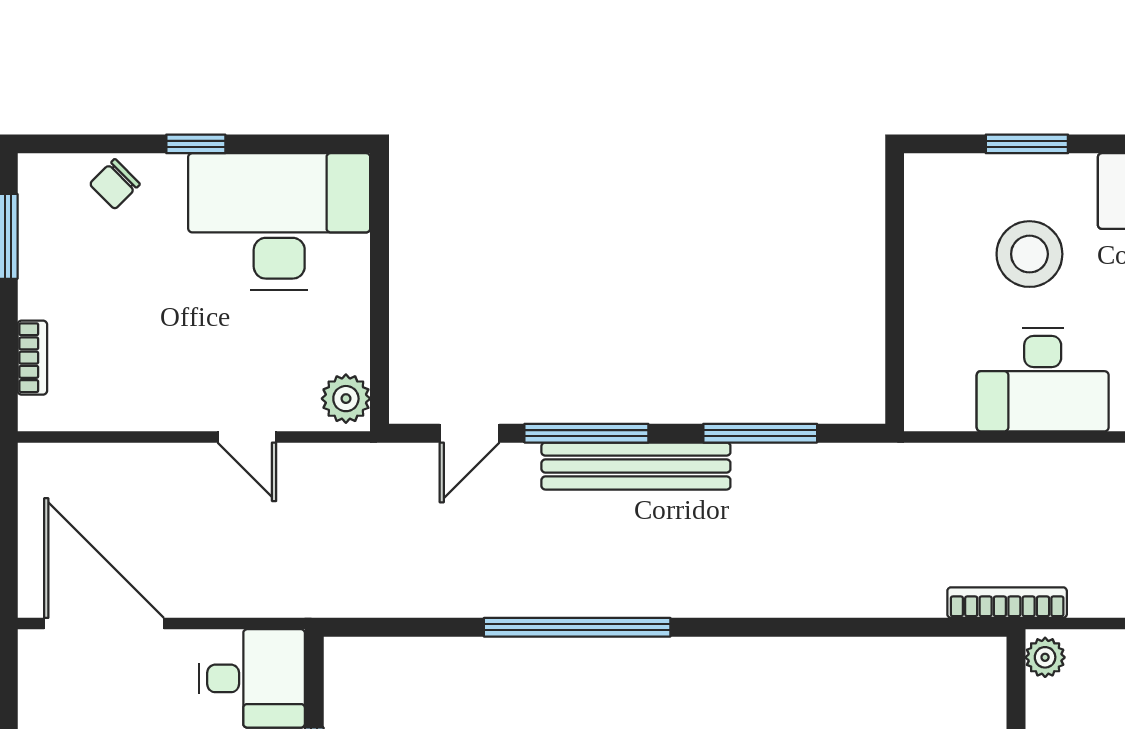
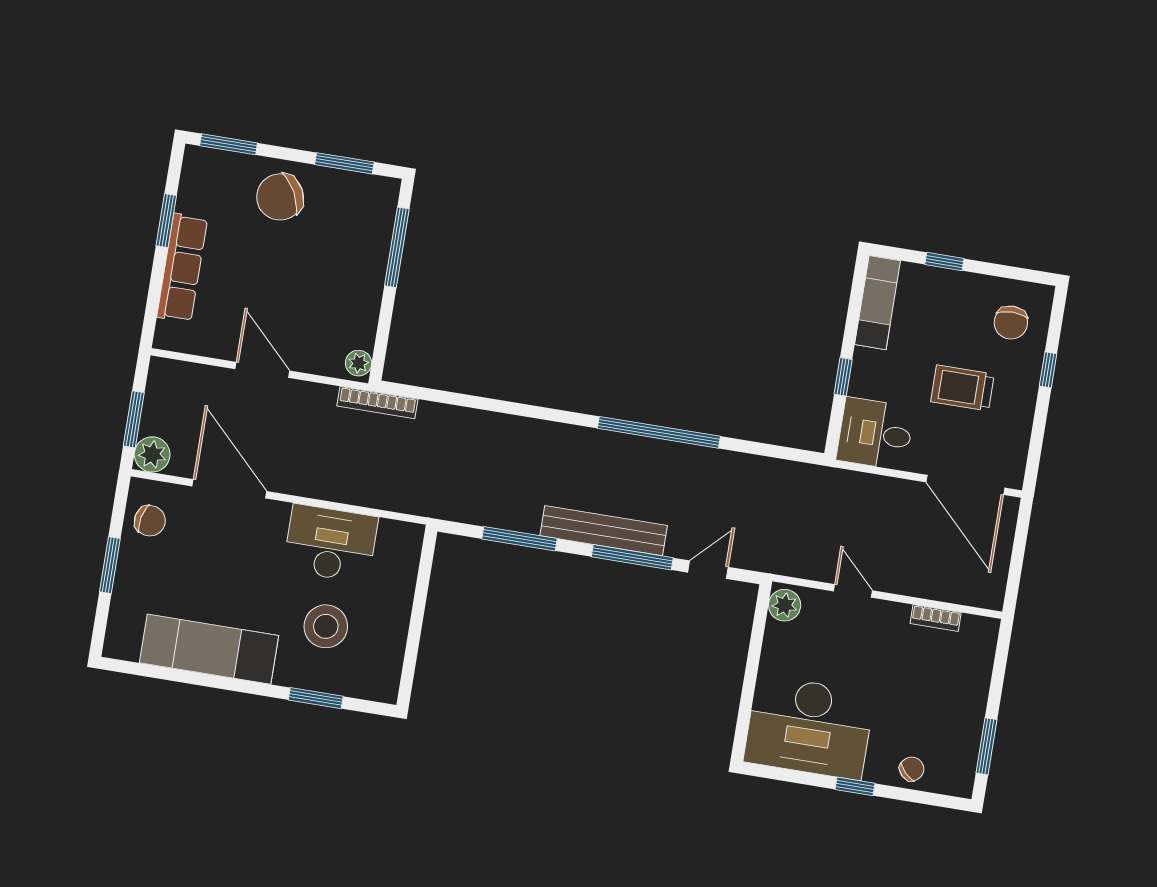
bookcase: (32, 358) -> (936, 618), moved, turned -90

